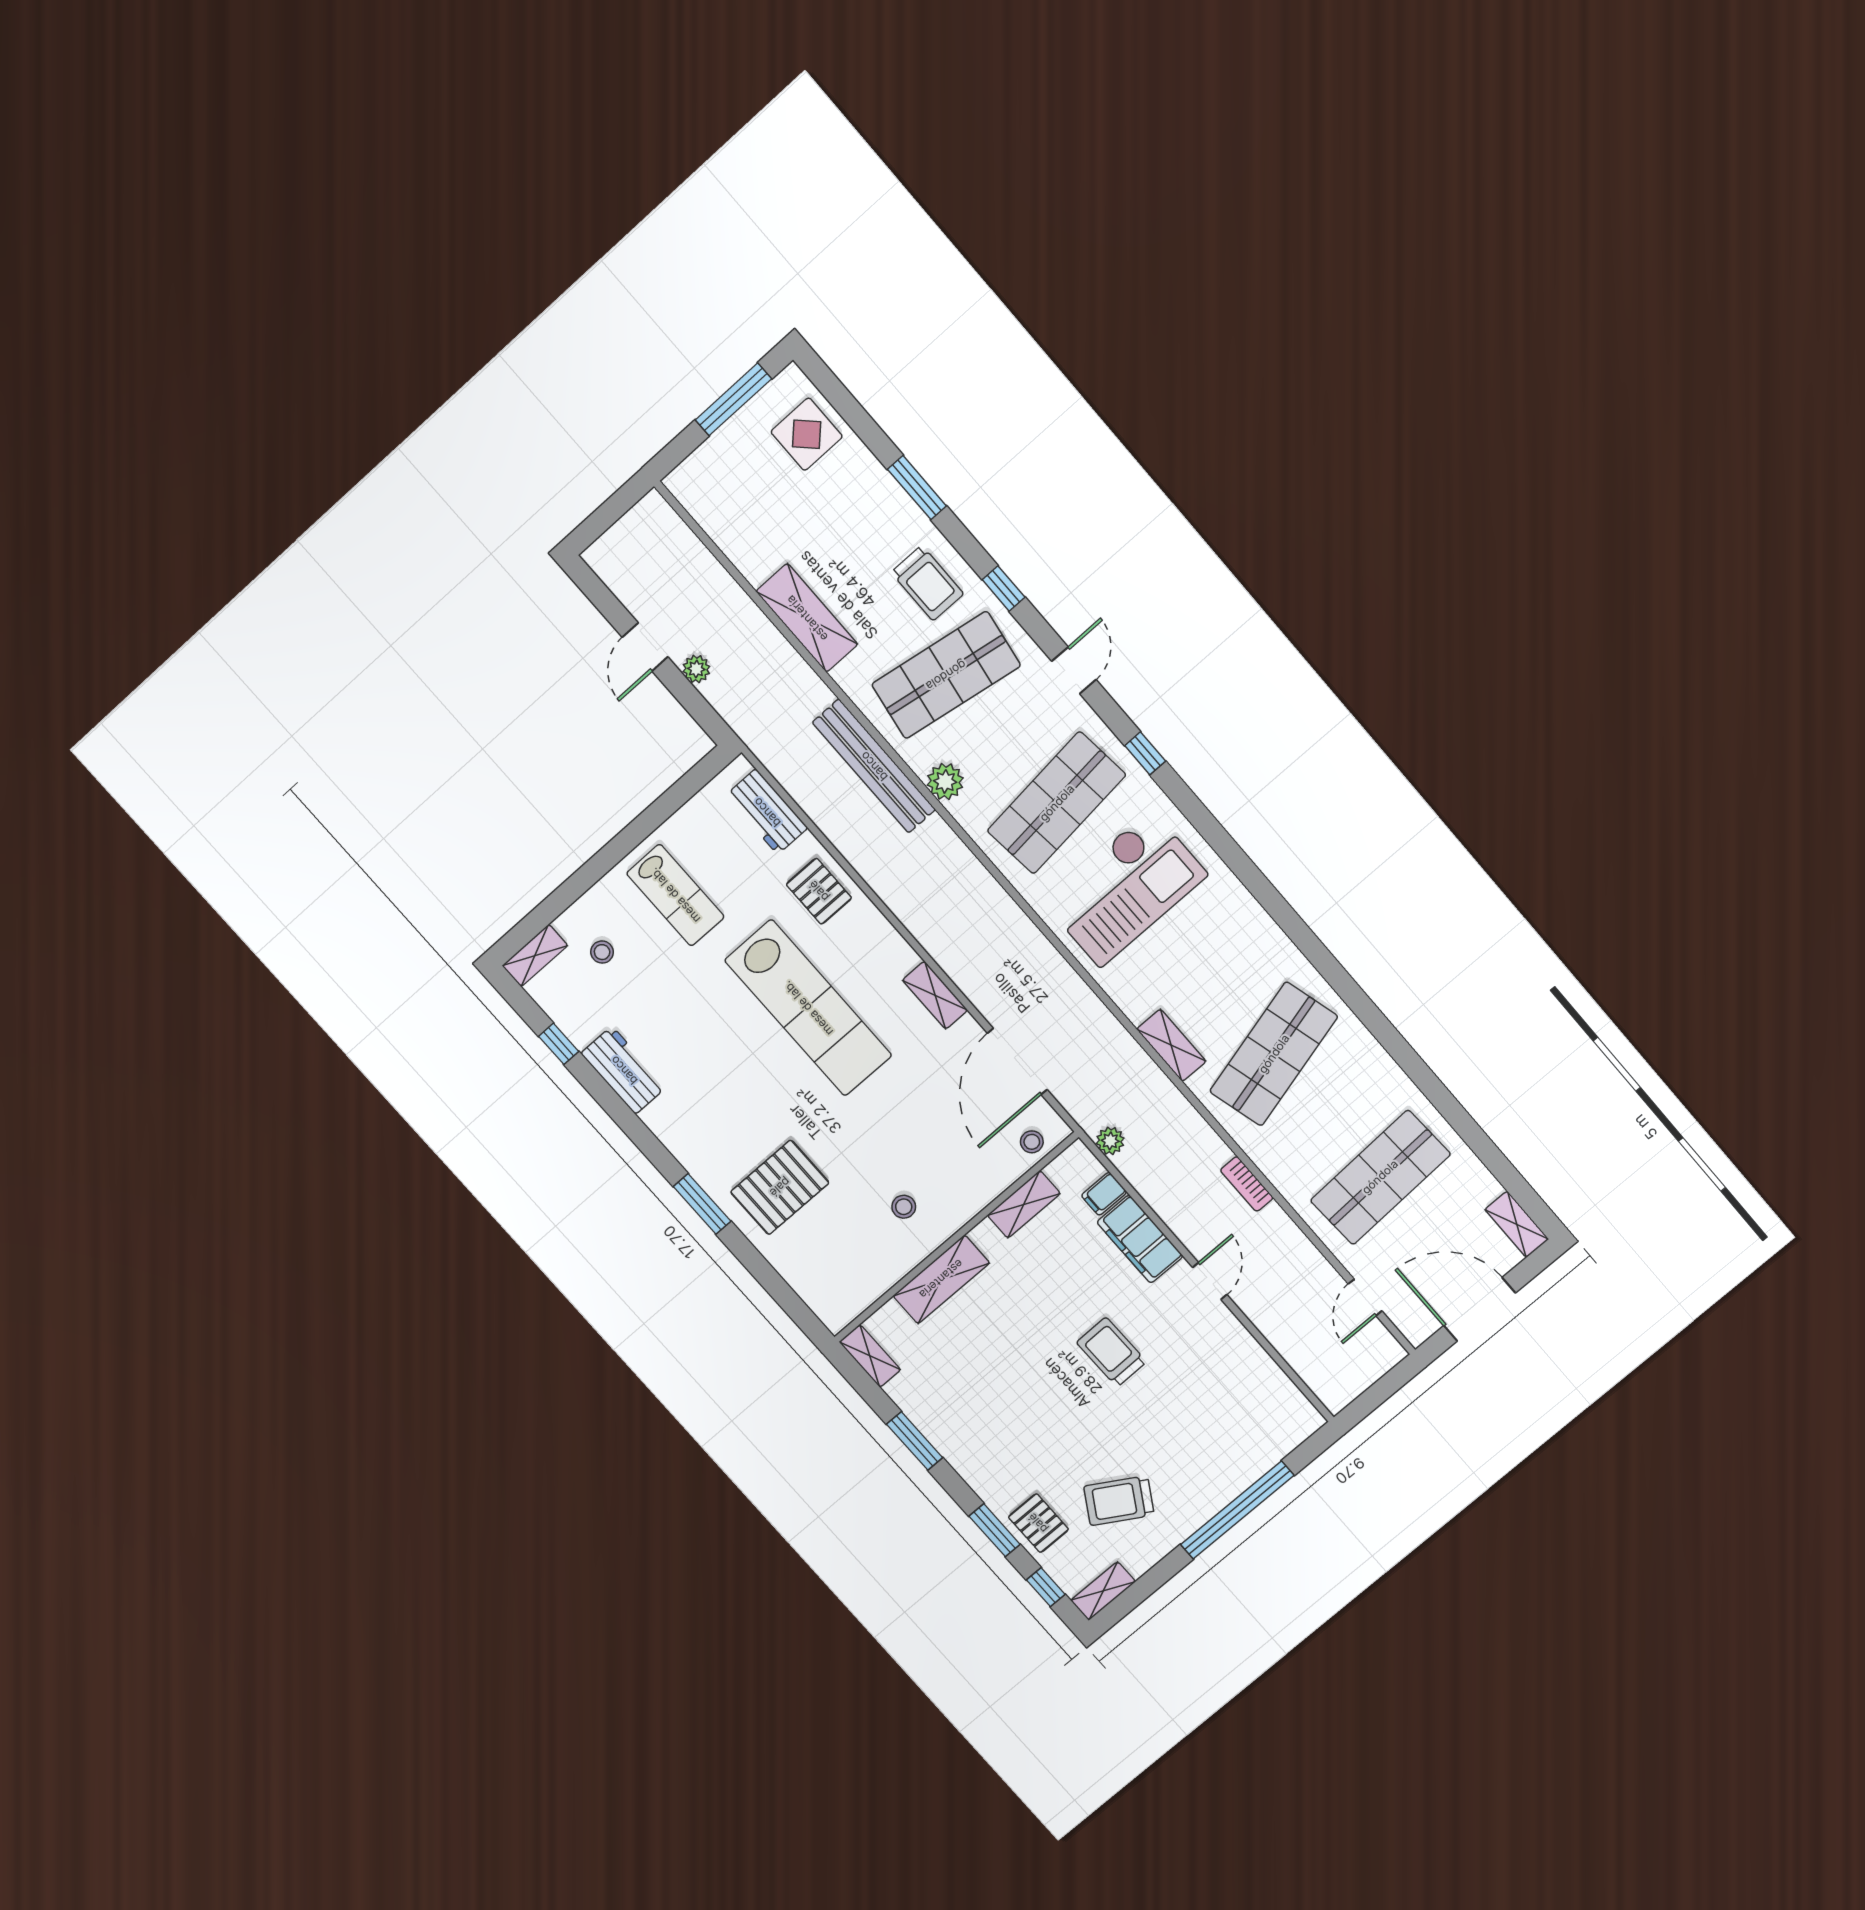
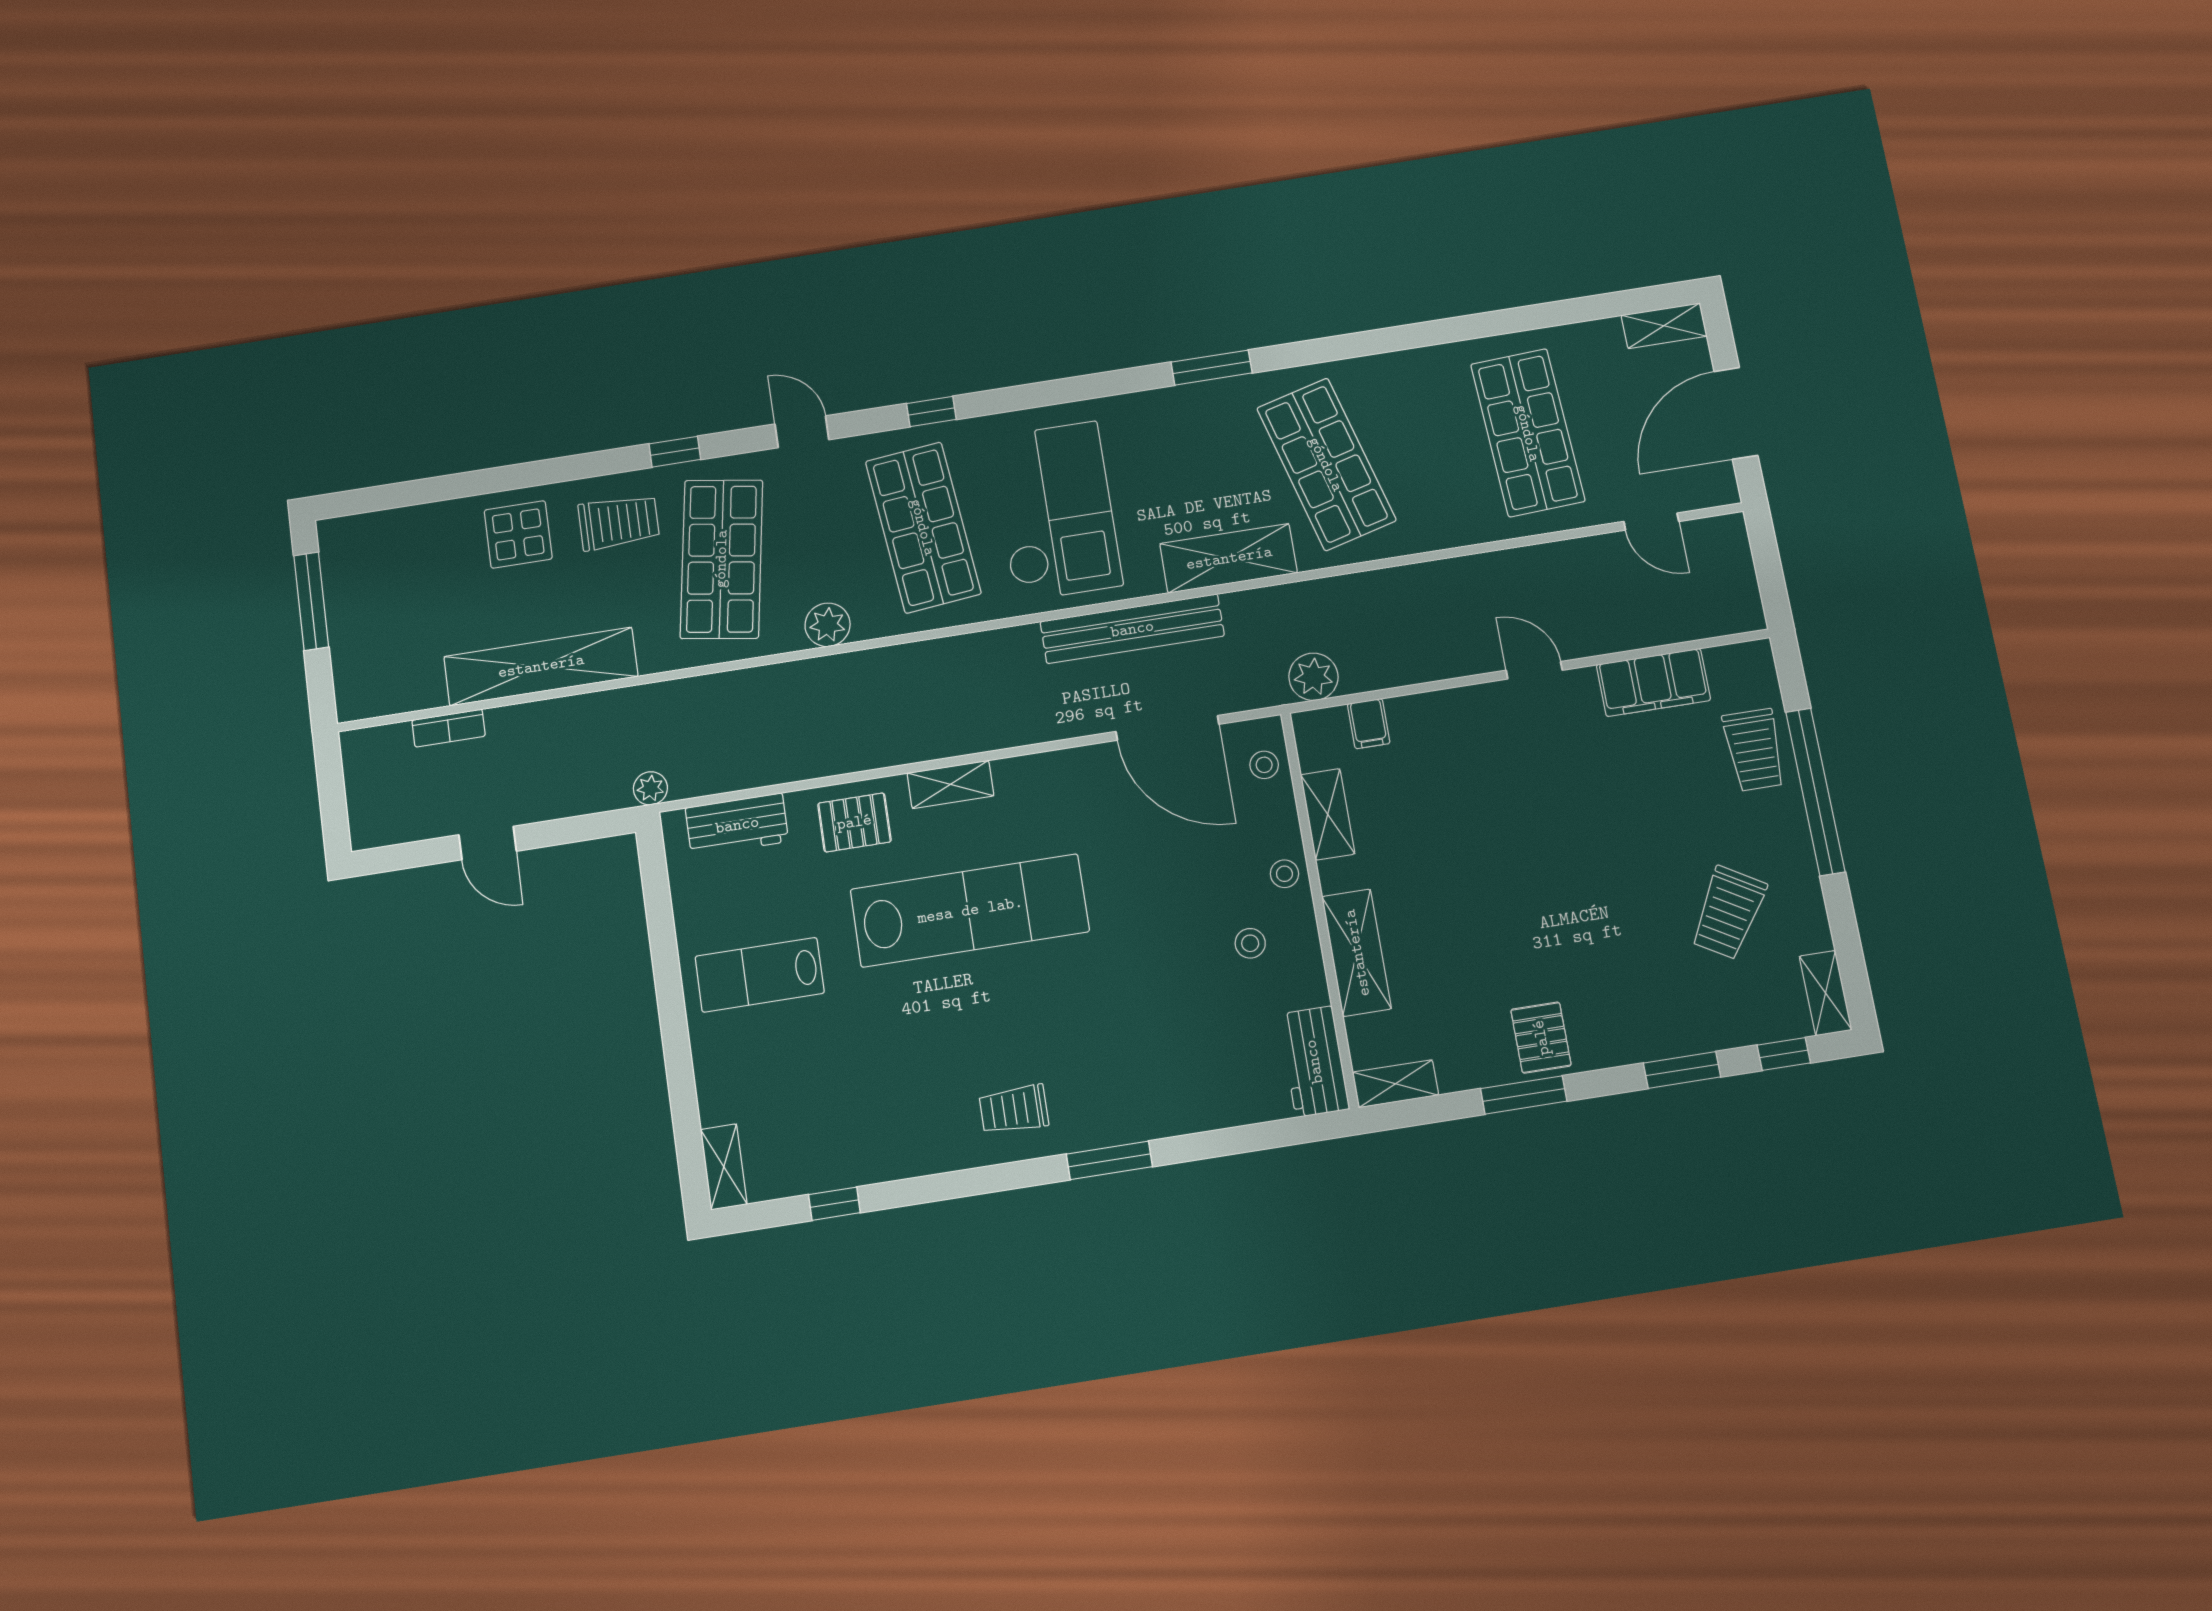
display table: (807, 434) -> (518, 534), moved
window: (917, 488) -> (1212, 368), moved
shelving: (807, 618) -> (541, 666), width x1.47
plant: (696, 669) -> (650, 788), moved
bench: (874, 766) -> (1132, 629), moved
lab bench: (675, 895) -> (760, 975), turned 180
stool: (602, 952) -> (1284, 874), moved
shelving: (935, 995) -> (950, 784), moved
shelving: (1171, 1045) -> (1229, 558), width x1.50, depth x1.33
workbench: (624, 1070) -> (1314, 1062), moved, turned -90
trolley: (695, 1121) -> (1014, 1109), added
plant: (1110, 1141) -> (1313, 677), width x1.38, depth x1.38
bookcase: (1247, 1184) -> (449, 728), moved
pallet: (780, 1187) -> (1145, 1064), removed
filing cabinet: (1140, 1239) -> (1653, 682), moved
trolley: (1111, 1352) -> (1754, 750), moved, turned -89
pallet: (1038, 1523) -> (1541, 1038), moved, turned 90

